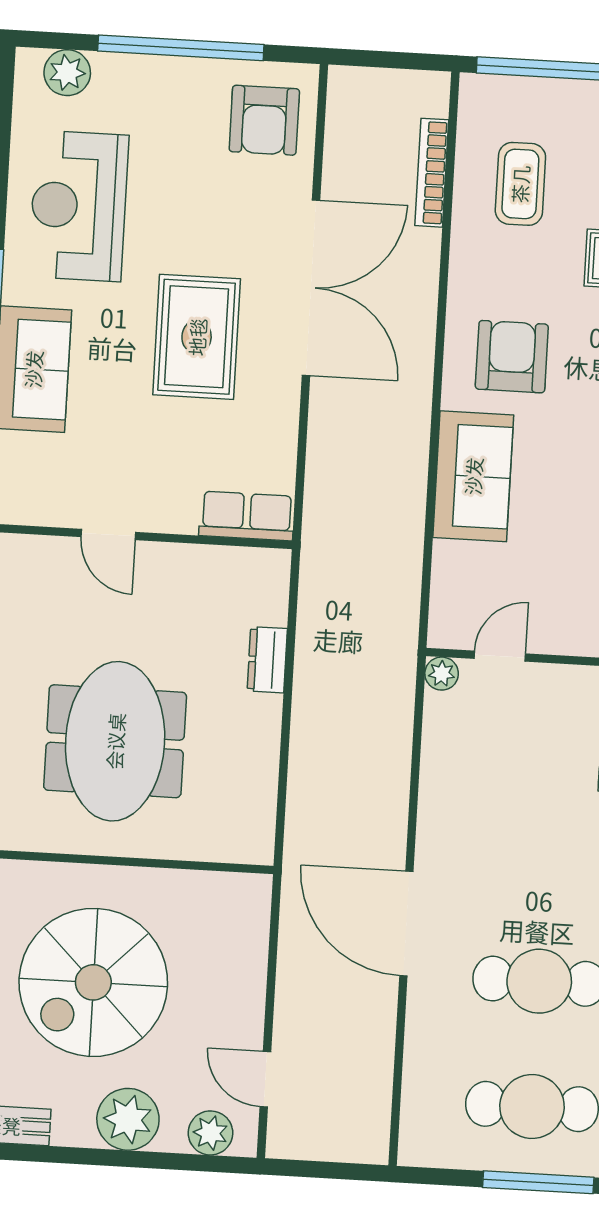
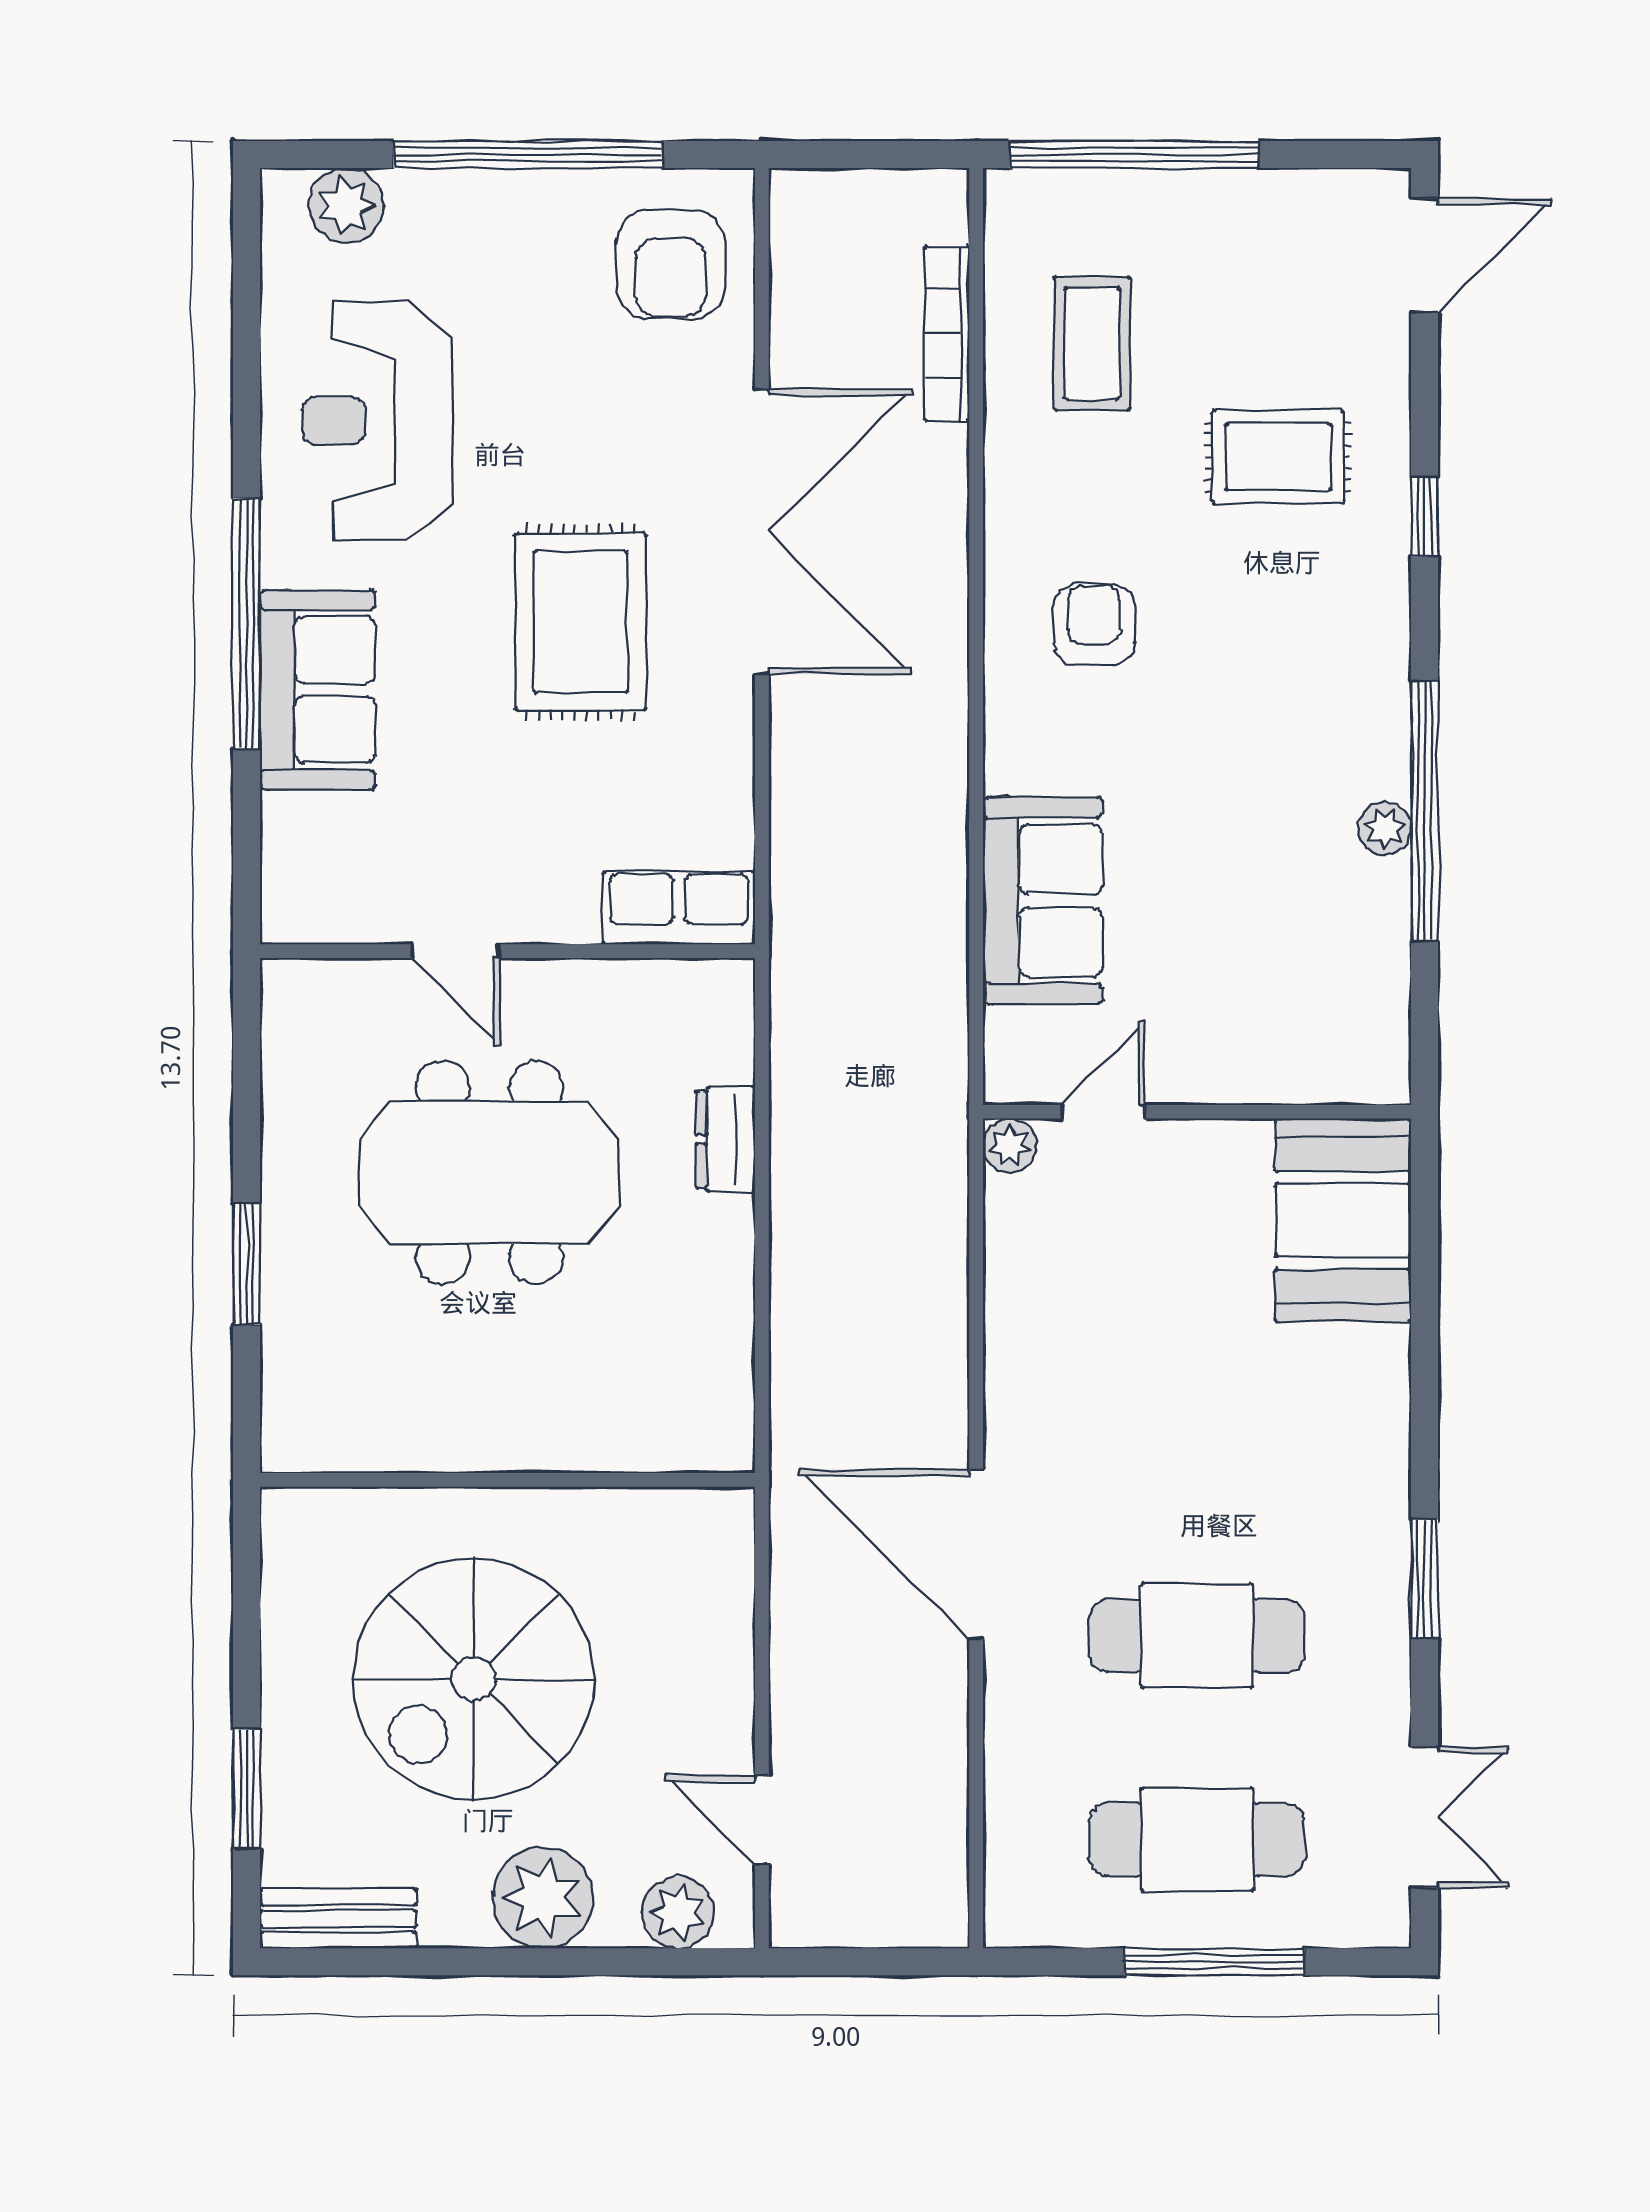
armchair: (512, 357) -> (1094, 625), width x0.72, depth x0.72
sofa: (473, 476) -> (1043, 901), moved
meeting table: (115, 741) -> (489, 1172), moved, turned 90

